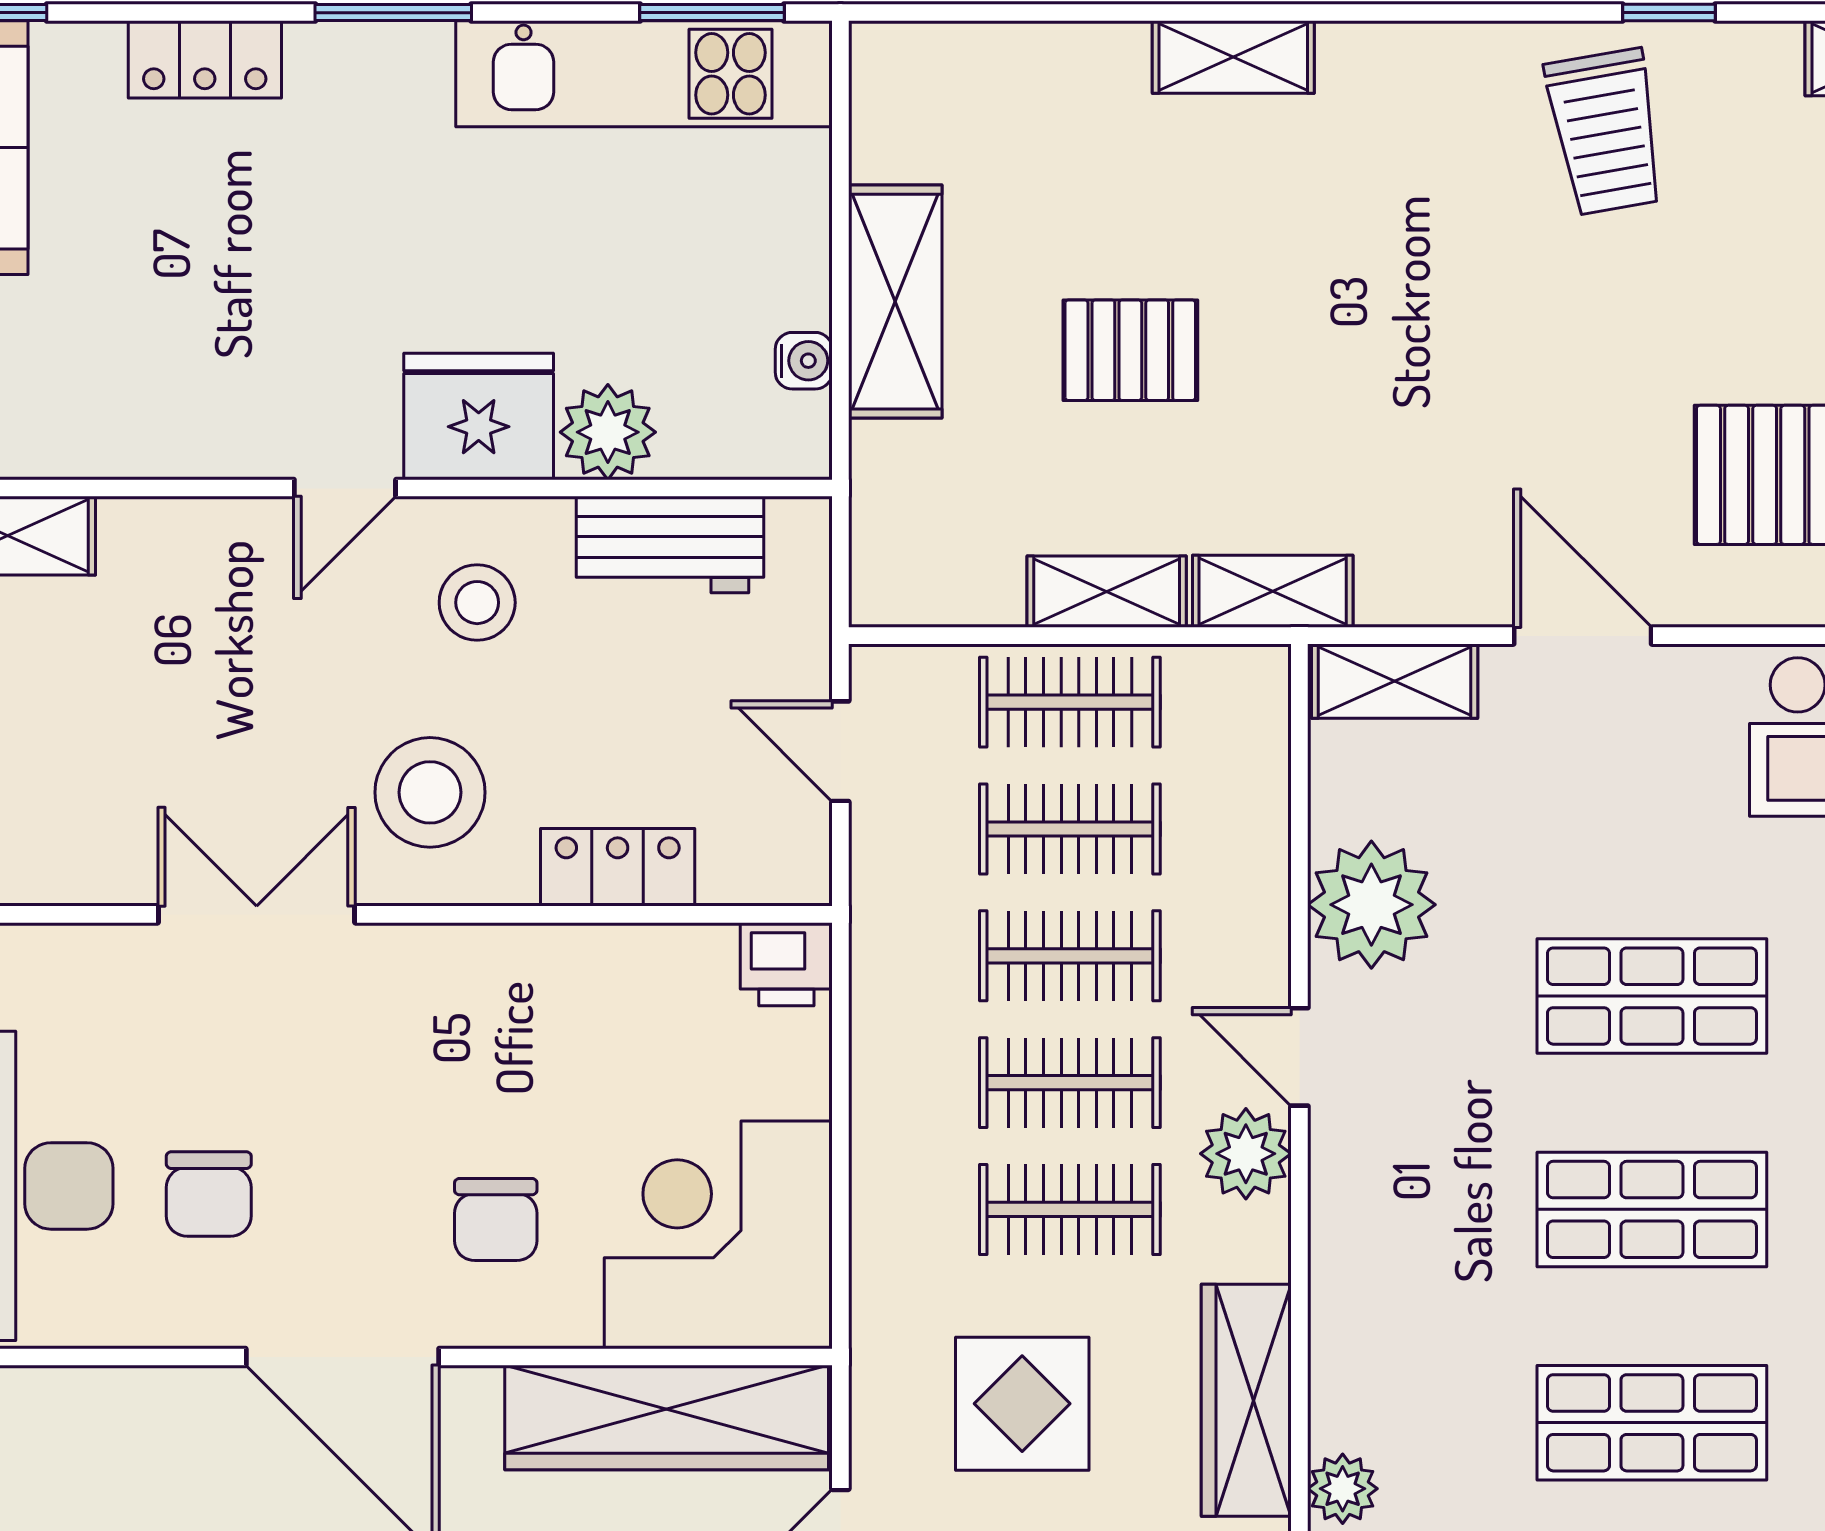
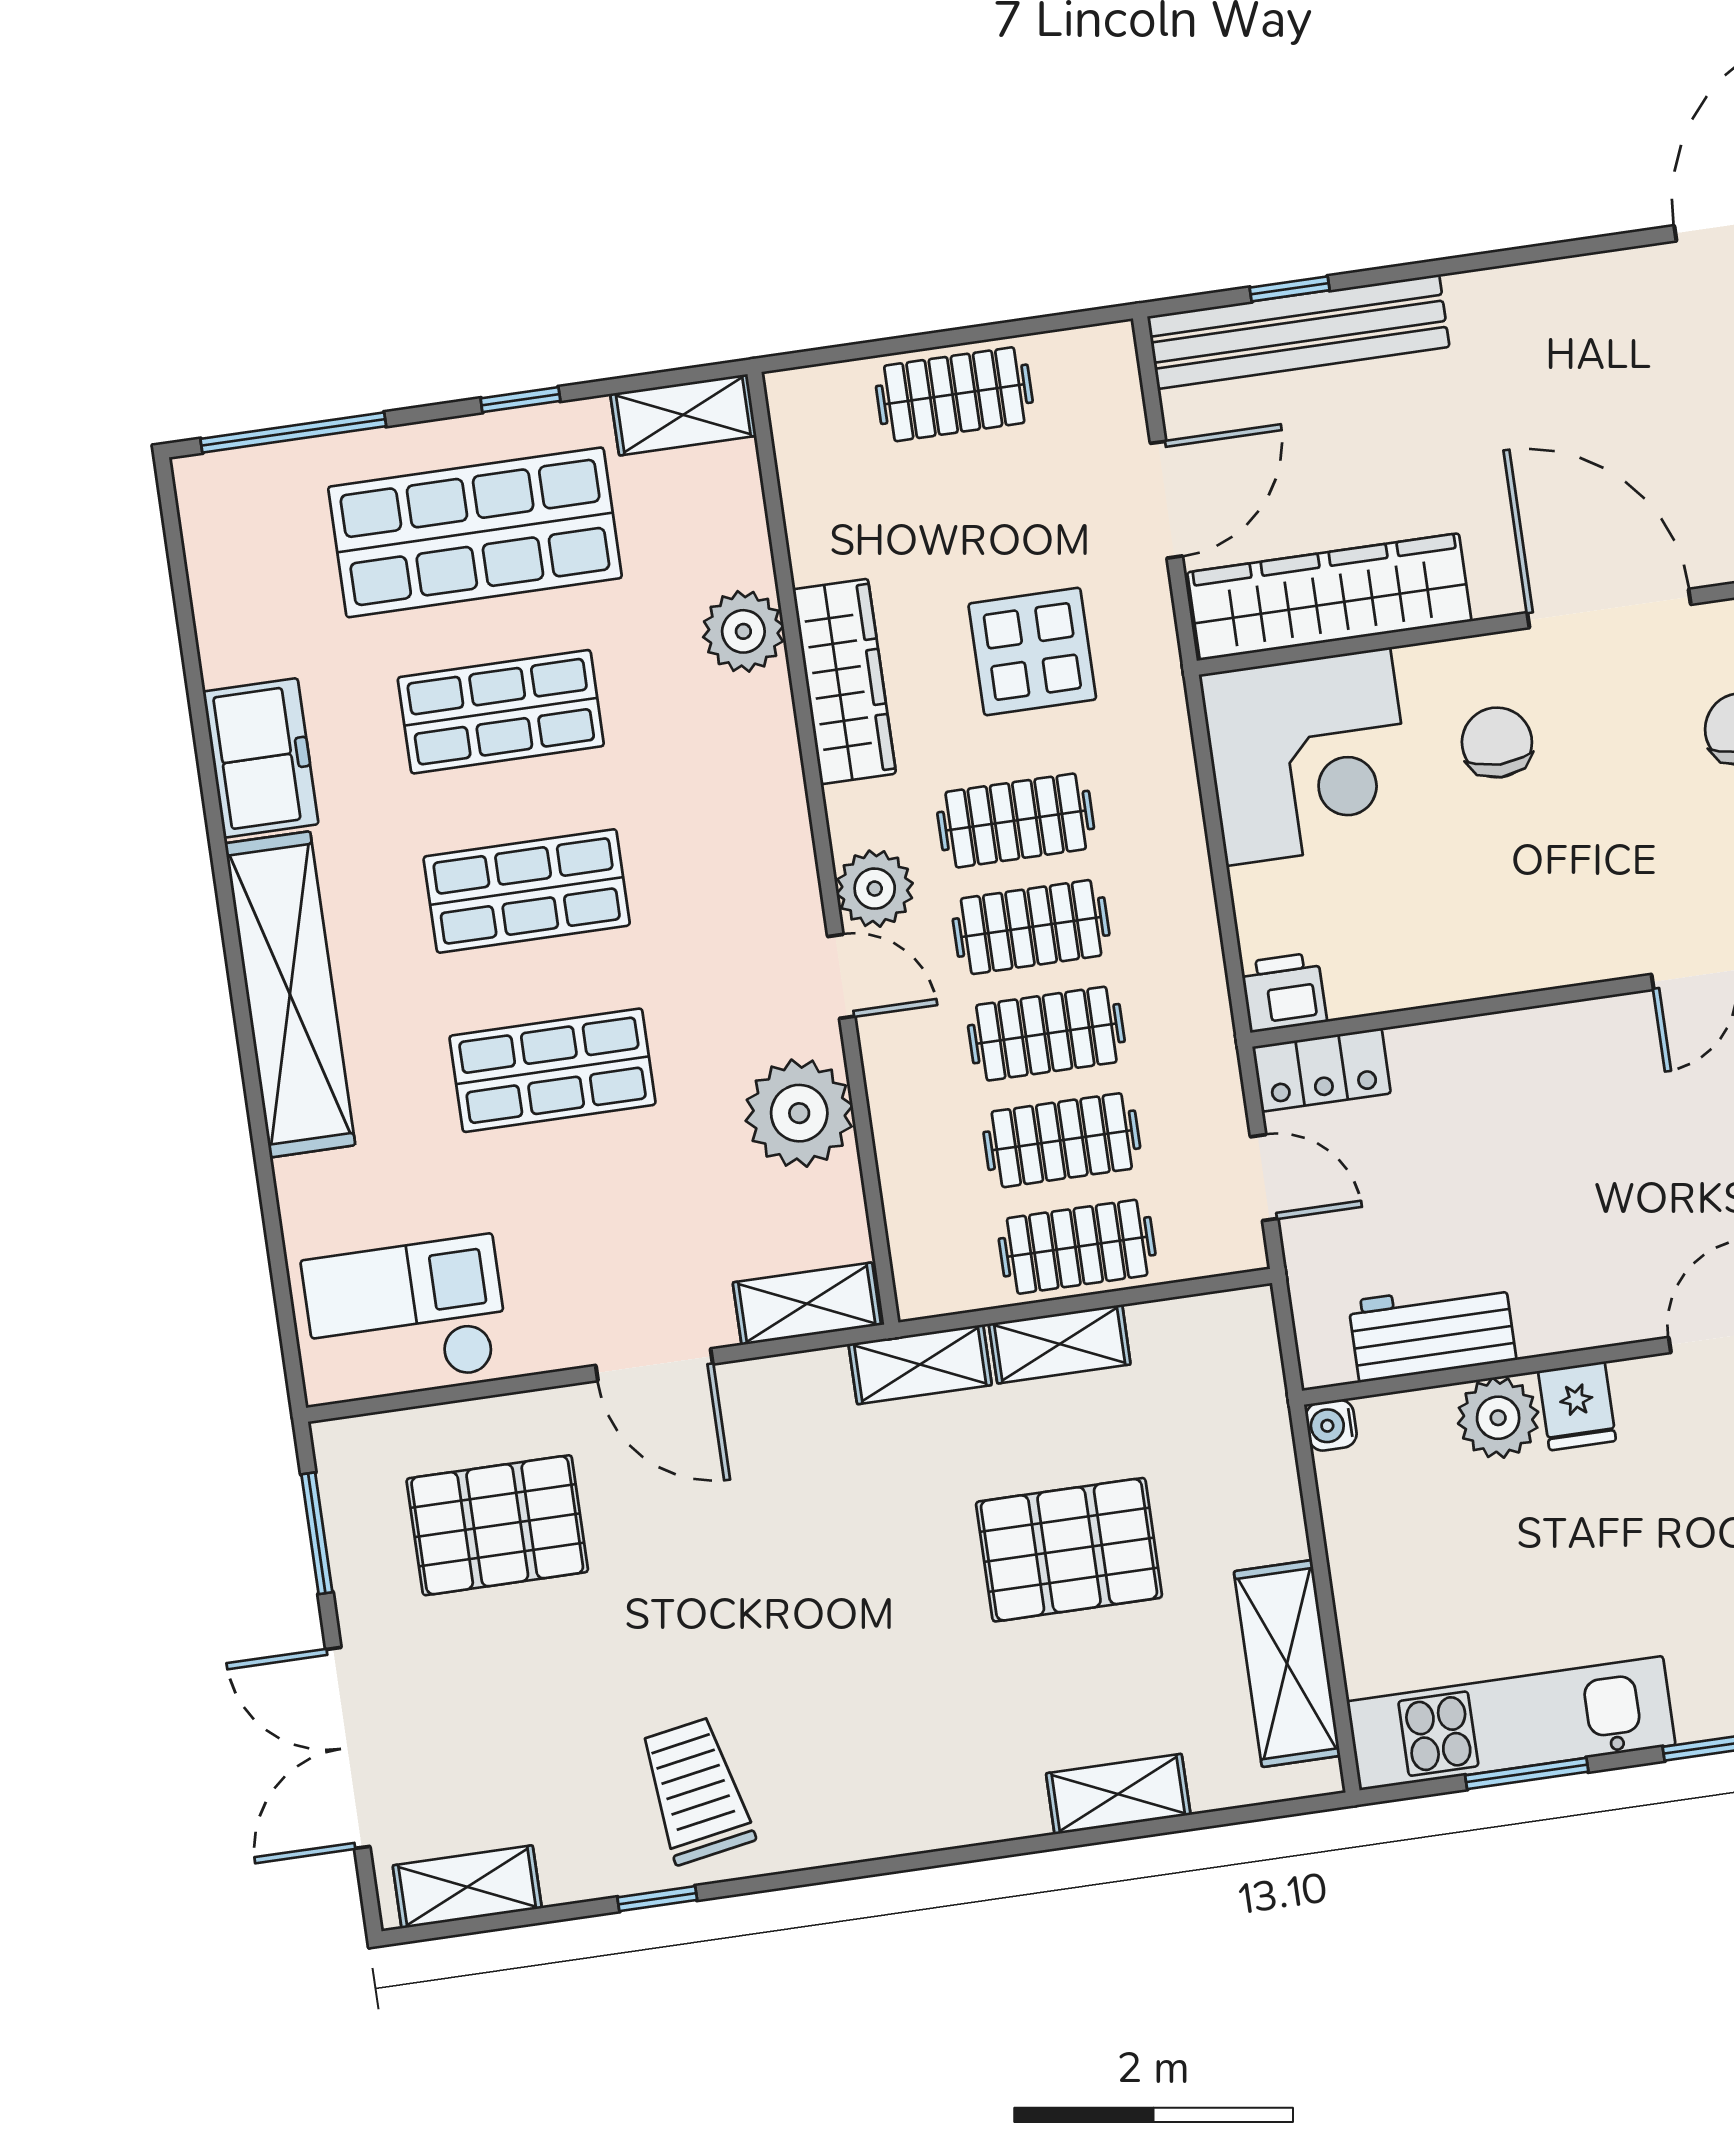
window: (712, 13) -> (1527, 1773), moved
shelving: (1233, 57) -> (1118, 1794), moved
shelving: (895, 302) -> (1287, 1664), moved
pallet: (1130, 350) -> (1069, 1550), width x1.50, depth x1.42
water cooler: (804, 361) -> (1331, 1425), moved
fridge: (479, 416) -> (1577, 1406), width x0.53, depth x0.75
stool: (477, 603) -> (1587, 1259), removed
stool: (430, 792) -> (1604, 1093), removed
locker: (618, 867) -> (1322, 1070), moved
plant: (1343, 1489) -> (743, 631), width x1.38, depth x1.38

